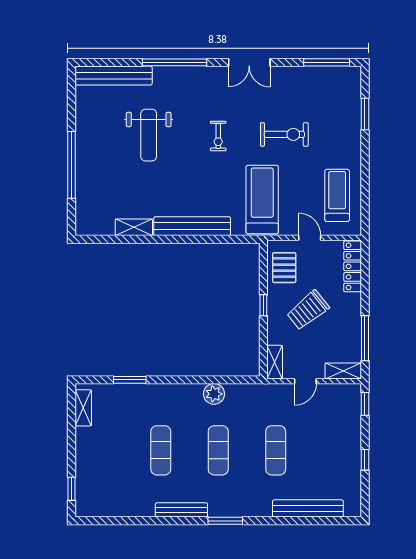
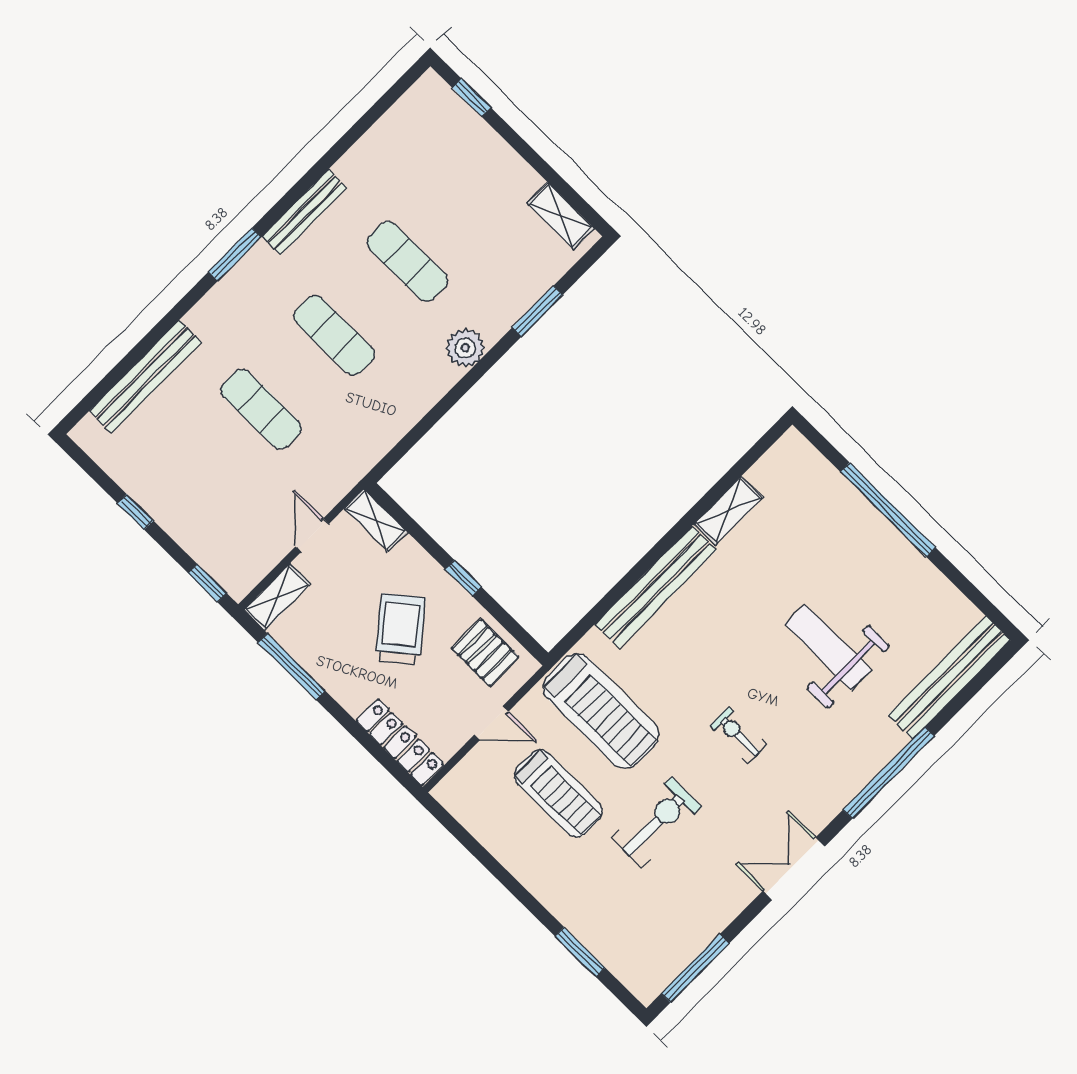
exercise bike: (284, 134) -> (656, 822), turned 180
treadmill: (337, 195) -> (558, 793), moved
plant: (214, 394) -> (465, 348), moved

